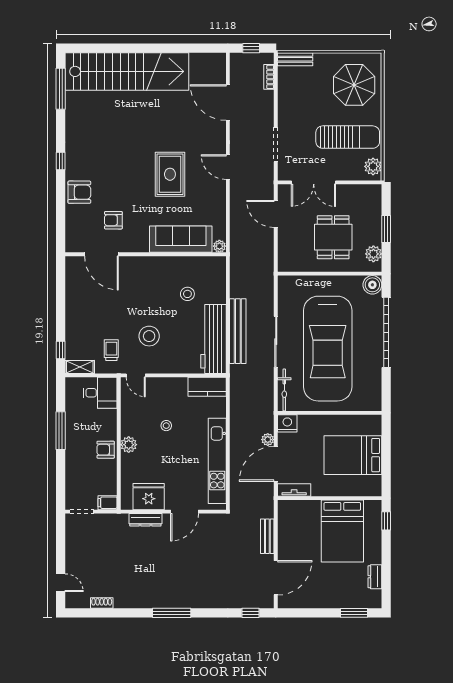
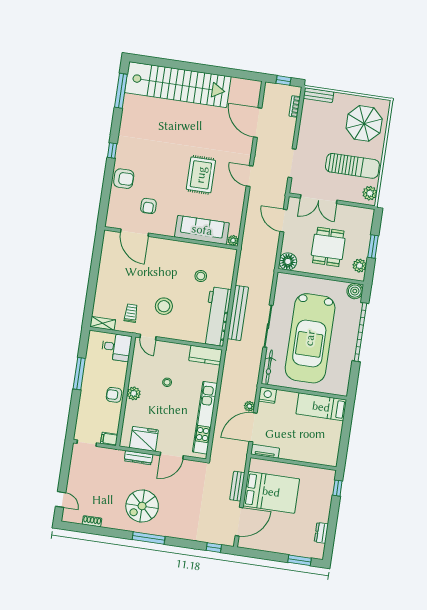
armchair: (113, 220) -> (148, 206), turned -90
floor lamp: (288, 262) -> (288, 261), added
window: (61, 350) -> (89, 307), removed
bed: (353, 455) -> (321, 407), moved, width x0.67
bed: (342, 531) -> (271, 492), moved, turned -90
spiral stairs: (158, 576) -> (142, 506), added

